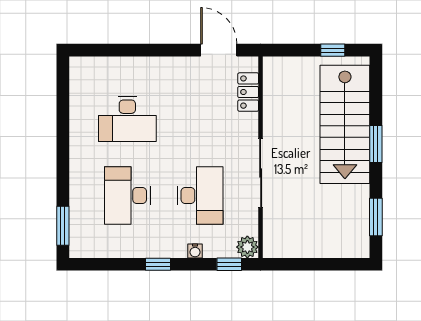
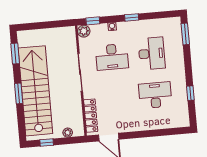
plant: (293, 65) -> (68, 133), added
locker: (248, 92) -> (91, 116), width x1.53
window: (63, 117) -> (190, 93), added
stairs: (345, 124) -> (35, 91), width x1.36
desk: (200, 195) -> (112, 57), turned -90

